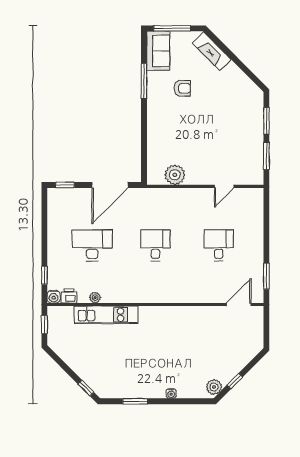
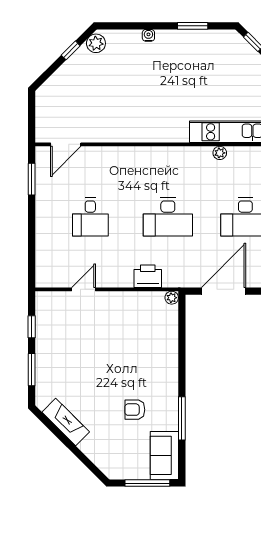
fireplace: (212, 51) -> (66, 422), moved
window: (266, 156) -> (32, 327), width x0.67
plant: (175, 175) -> (172, 298), moved, width x0.53, depth x0.53
printer: (172, 197) -> (148, 276), added
desk: (155, 245) -> (168, 217), width x1.37
plant: (95, 298) -> (220, 153), moved

